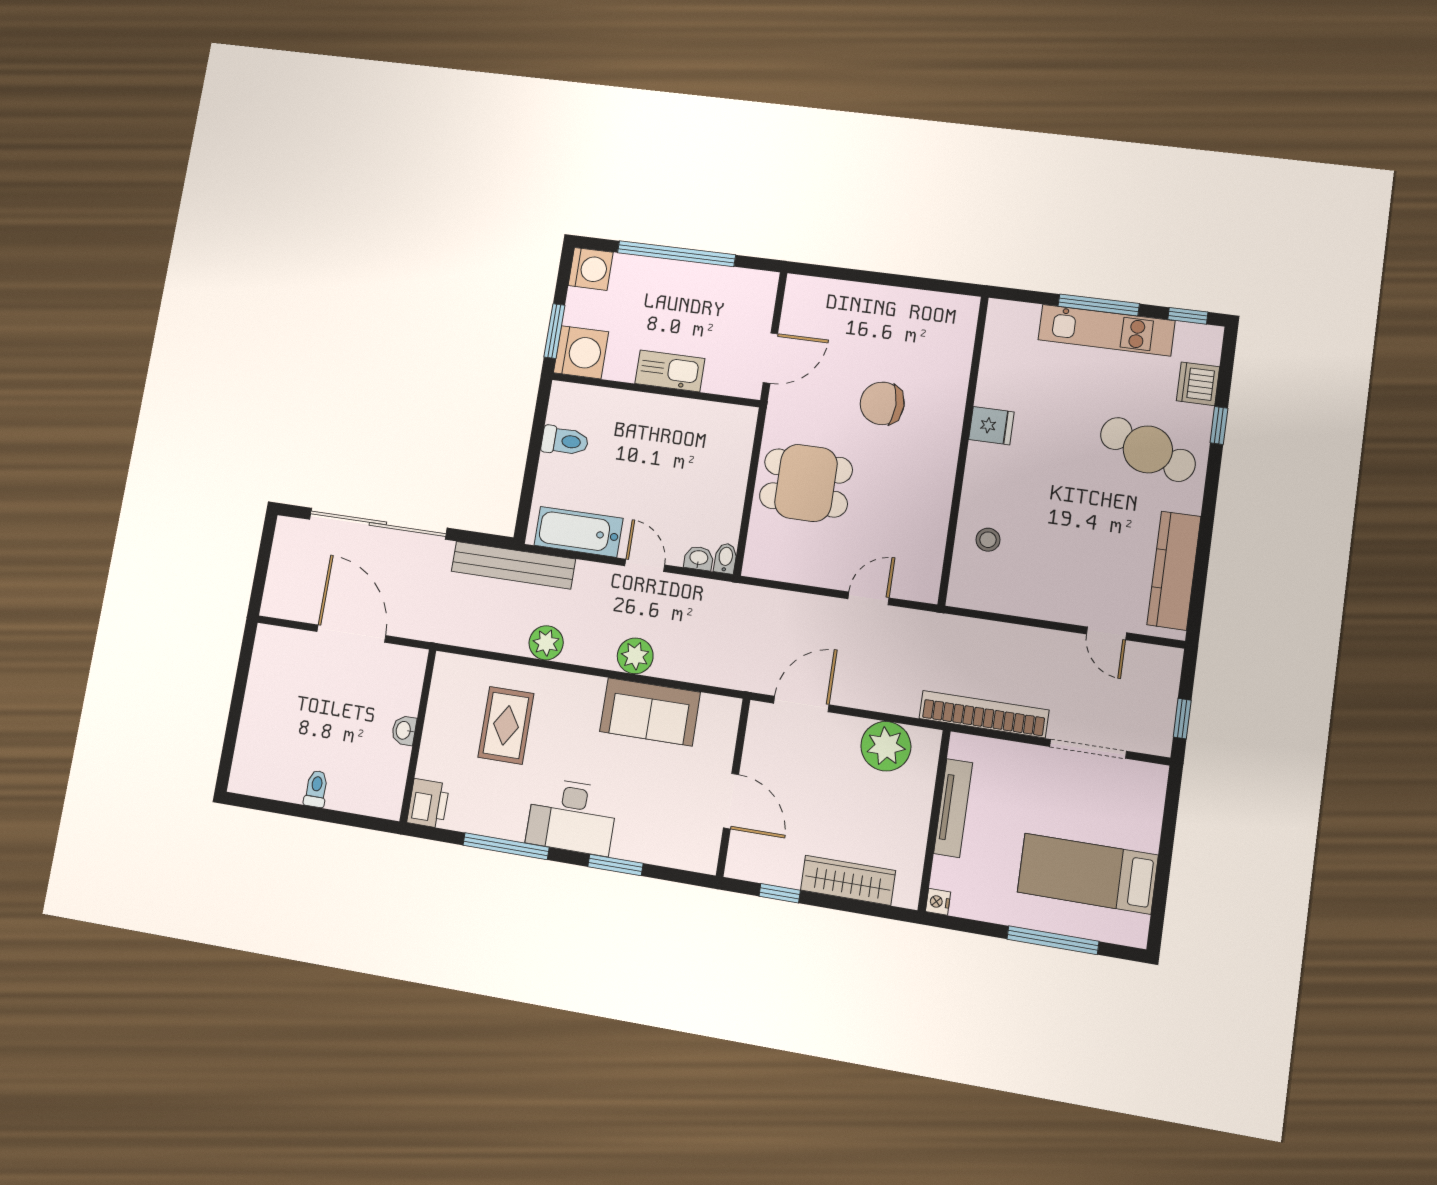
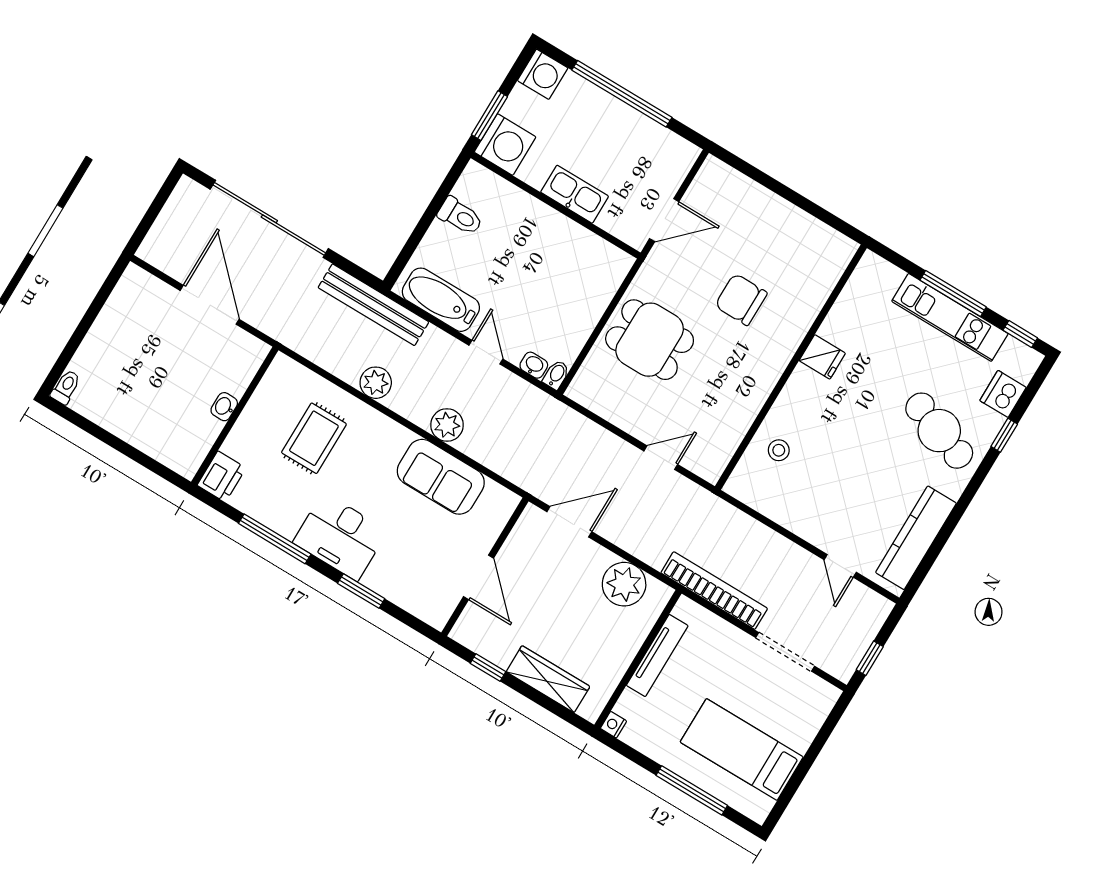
toilet: (316, 789) -> (66, 387), moved

